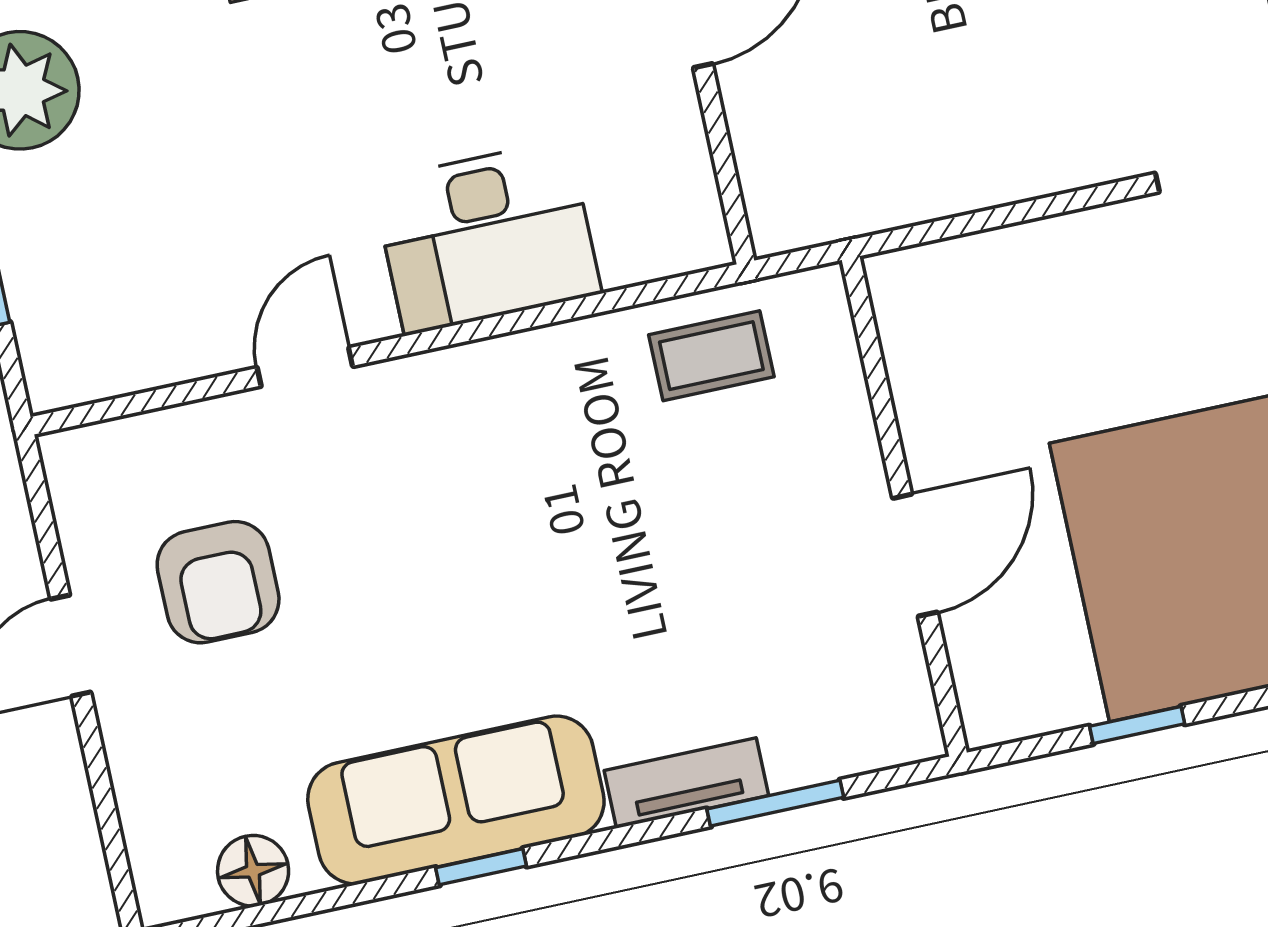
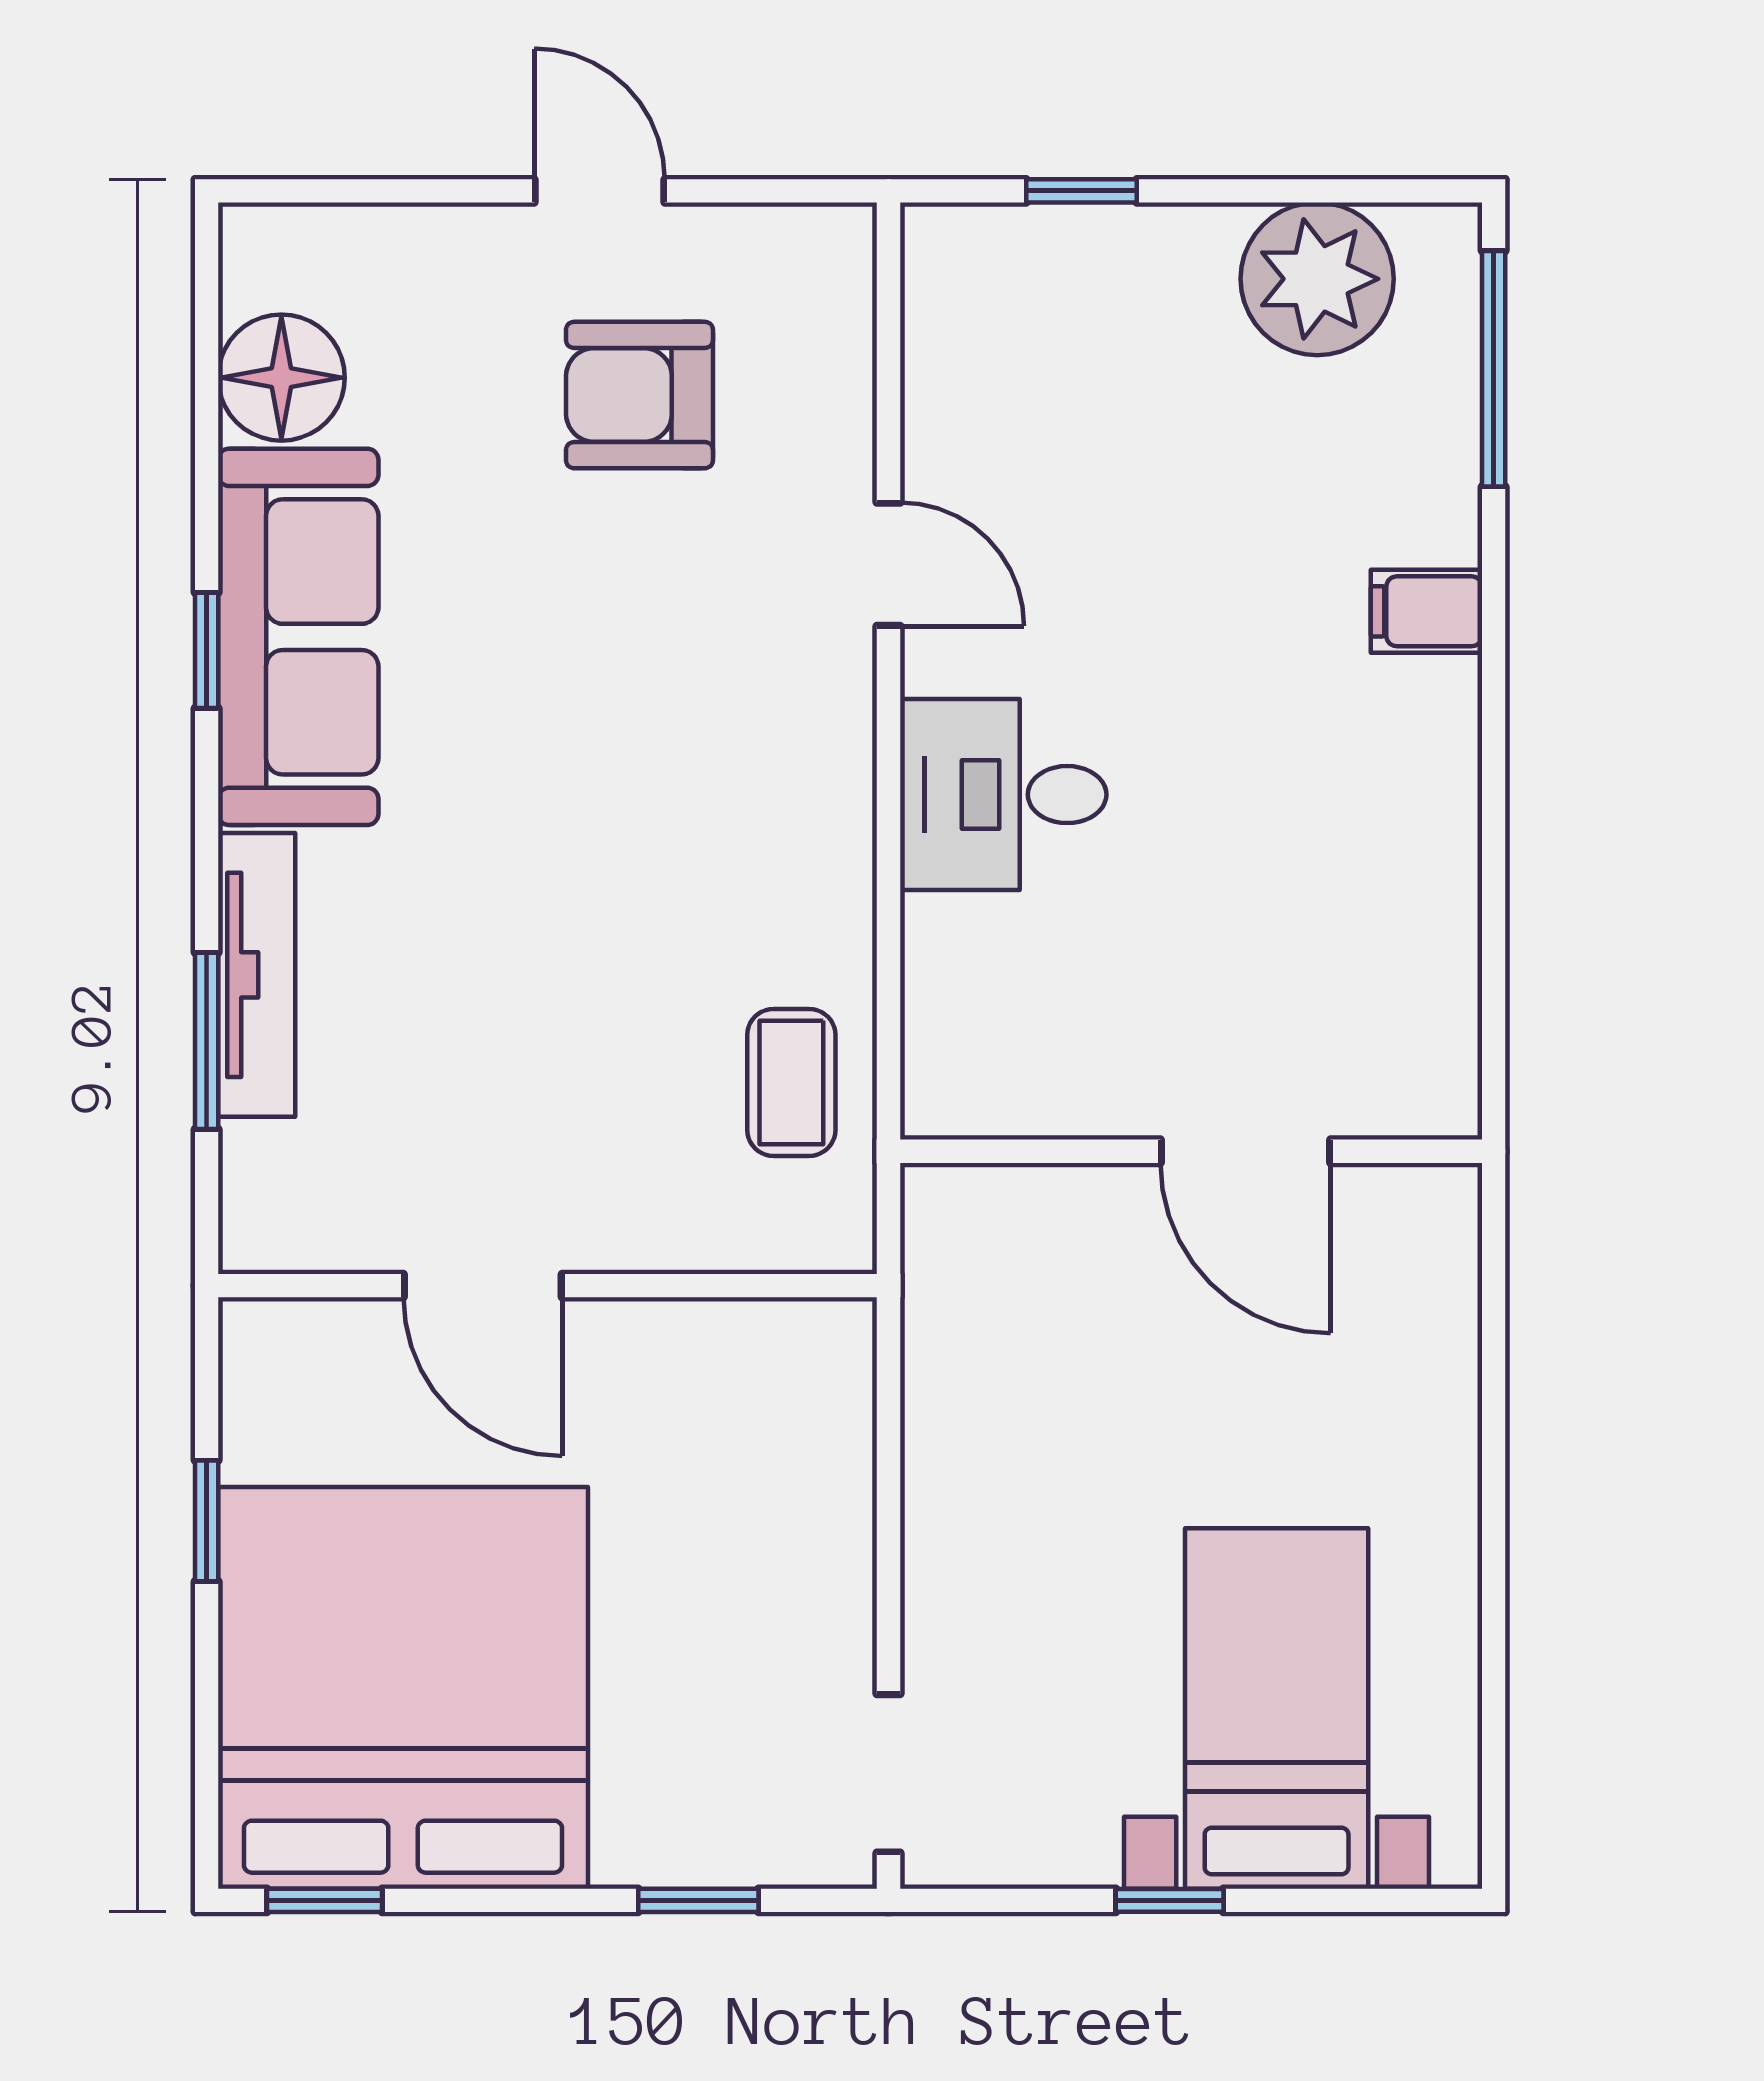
desk: (487, 237) -> (1003, 795), width x0.73
tv unit: (686, 783) -> (257, 975), width x1.41
floor lamp: (253, 871) -> (281, 378), width x1.38, depth x1.38

